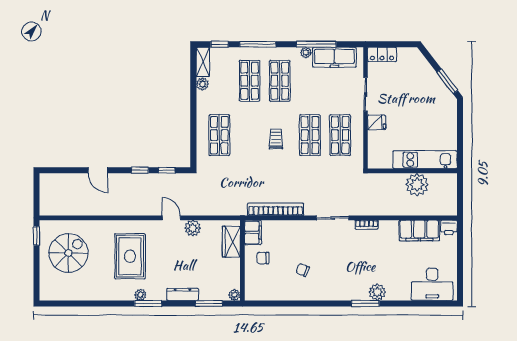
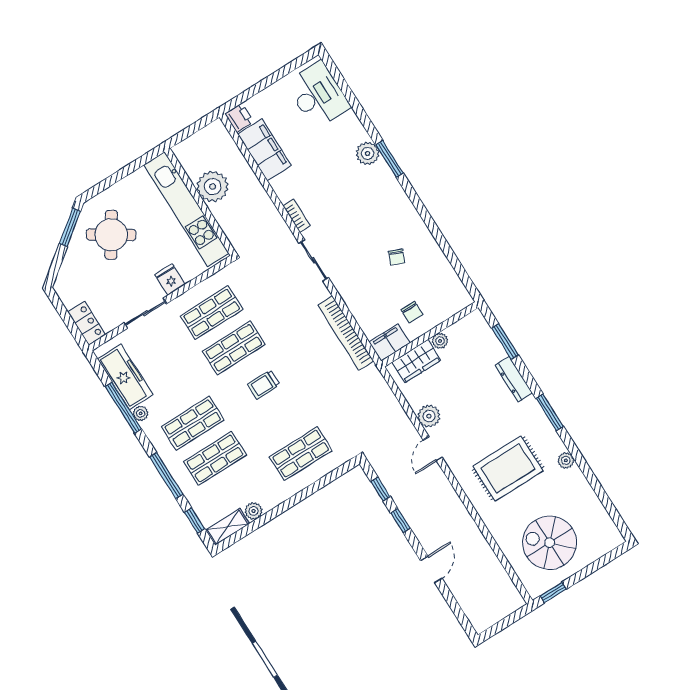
round table: (427, 104) -> (111, 235), added
kitchen unit: (425, 160) -> (186, 209), width x1.36
plant: (140, 295) -> (566, 460), moved
plant: (234, 295) -> (440, 341), moved

